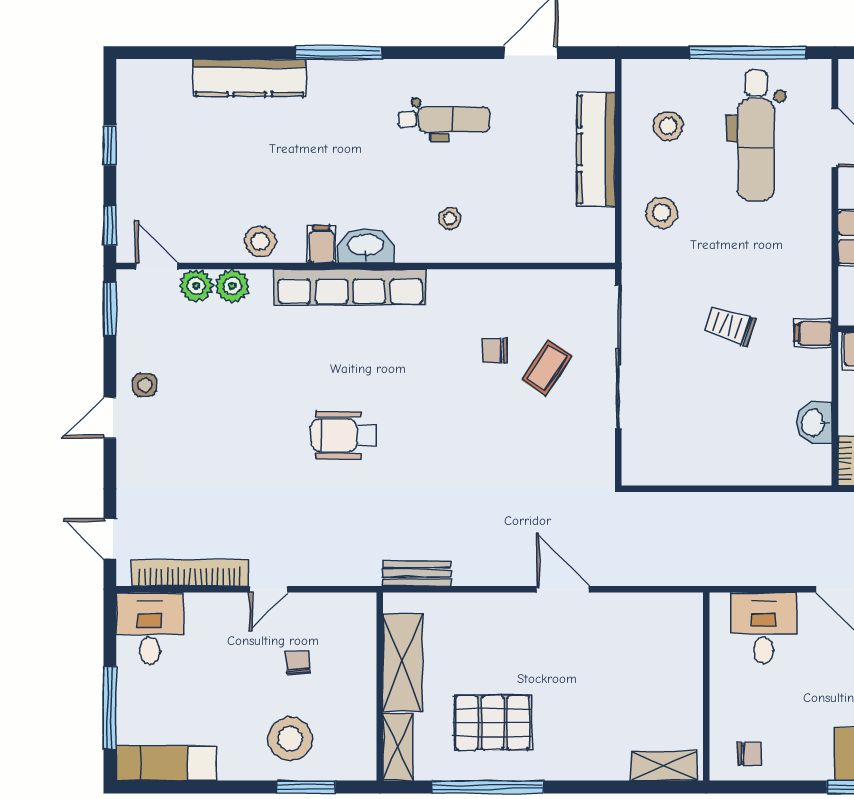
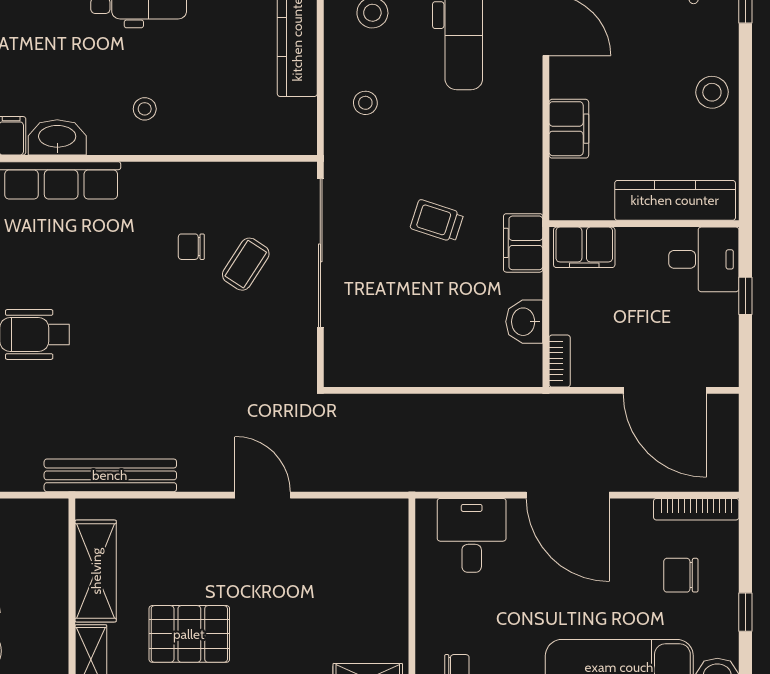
stool: (662, 213) -> (365, 103), width x0.73, depth x0.73
filing cabinet: (813, 333) -> (523, 243), width x2.00
bench: (417, 573) -> (110, 475), width x1.86, depth x1.21

